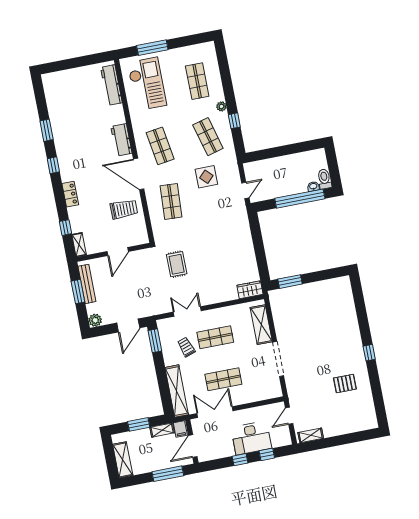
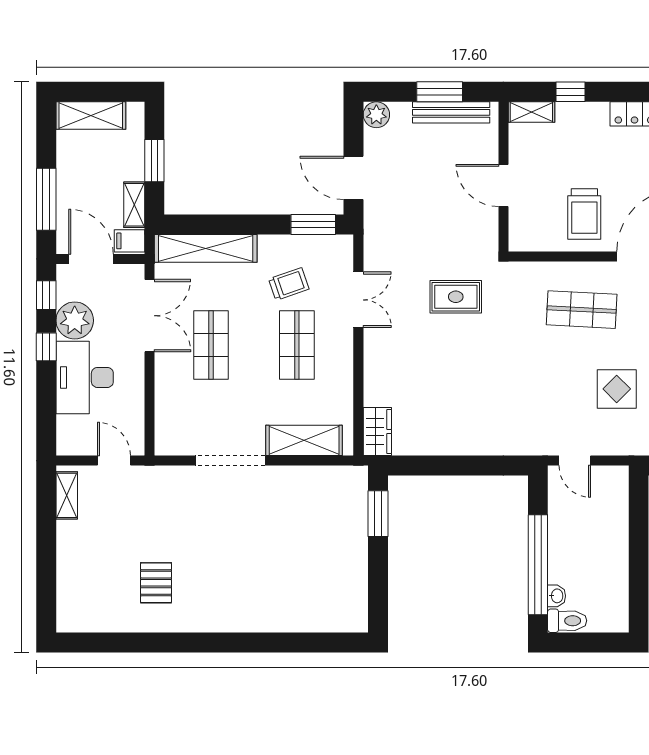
window: (369, 353) -> (207, 642), removed
plant: (224, 448) -> (75, 320), added
window: (267, 454) -> (46, 295), moved

